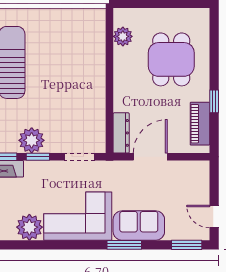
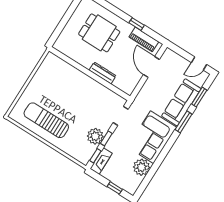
plant: (123, 36) -> (70, 51), removed
dresser: (121, 133) -> (103, 73), moved
door: (150, 157) -> (151, 67), moved
sofa: (139, 226) -> (181, 102), width x1.36
window: (187, 245) -> (199, 97), moved

